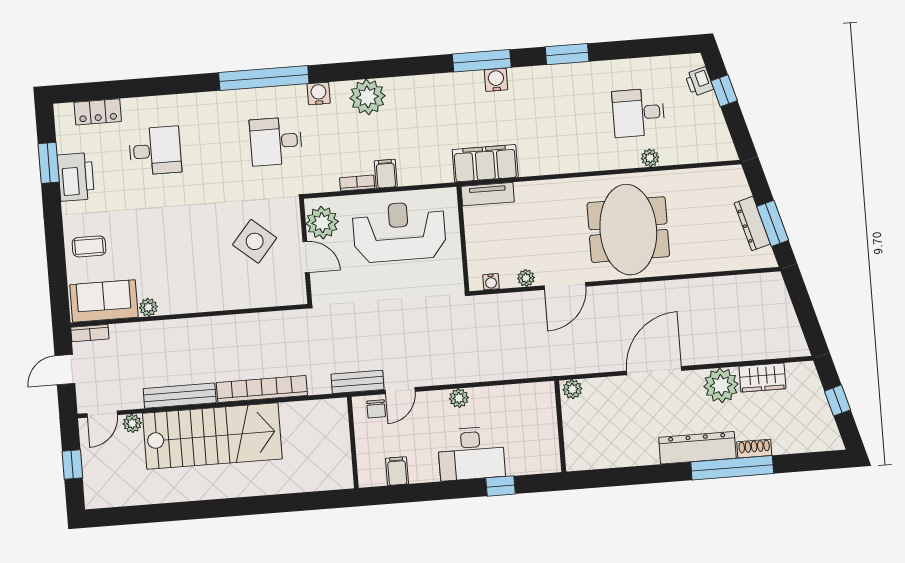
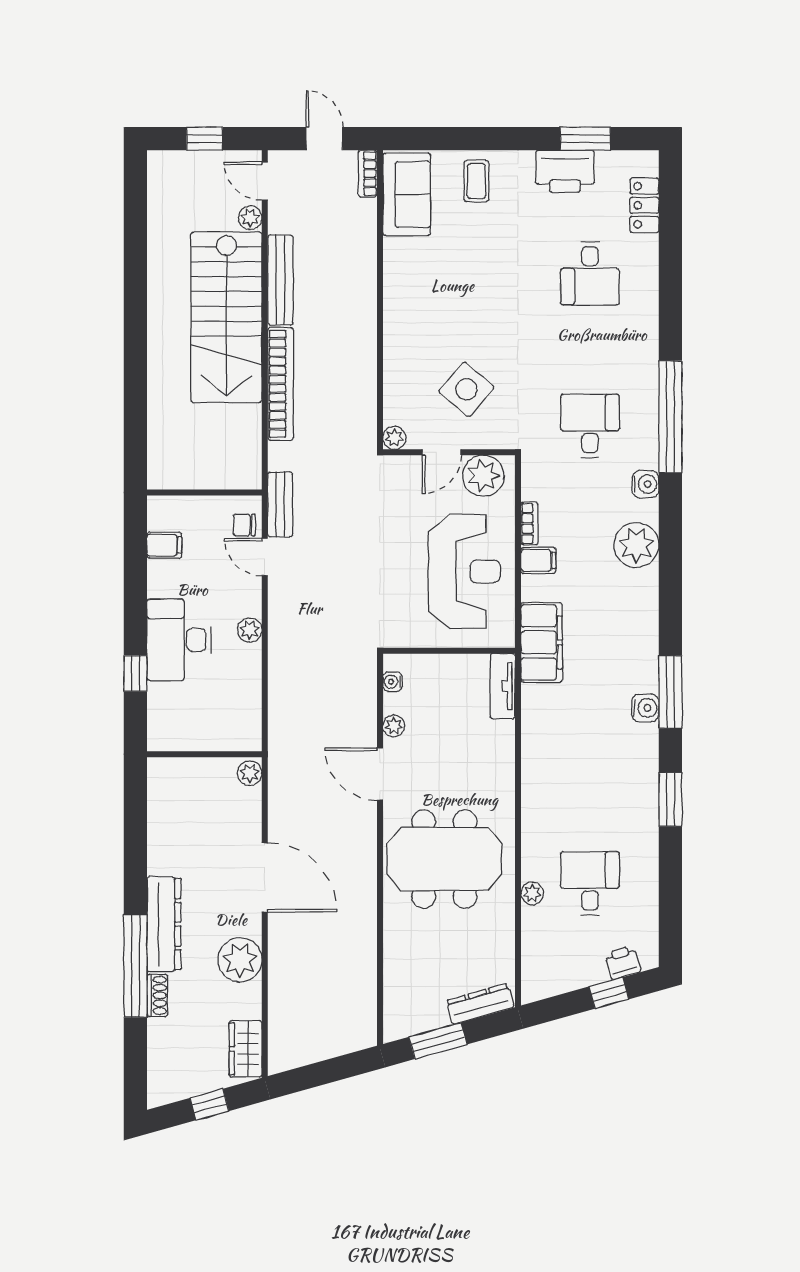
filing cabinet: (485, 163) -> (542, 642), moved
dresser: (752, 223) -> (480, 1004), moved
plant: (148, 307) -> (394, 438), moved
wardrobe: (762, 378) -> (246, 1049), moved

